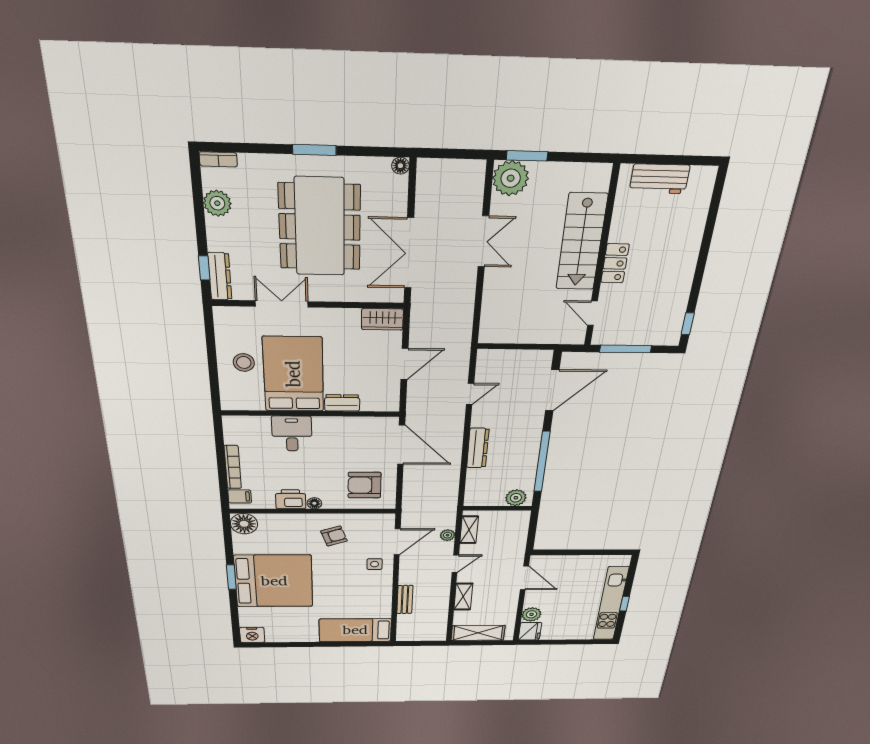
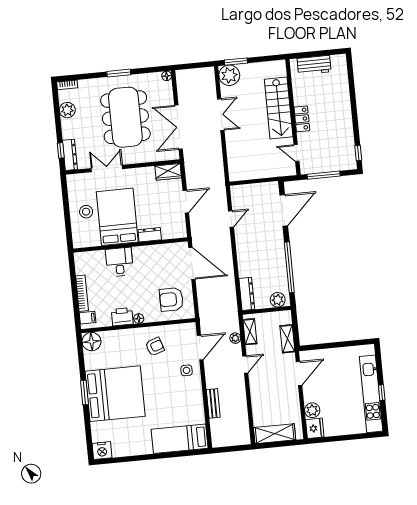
dresser: (478, 448) -> (247, 294), moved
door: (524, 578) -> (299, 373), hinge flipped
shelving: (463, 597) -> (287, 339), moved

